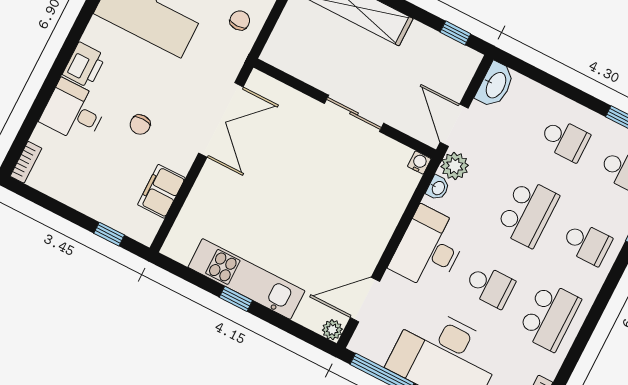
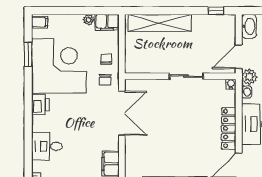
printer: (84, 65) -> (40, 104), moved
chair: (140, 125) -> (105, 80), moved
door: (454, 125) -> (239, 57), hinge flipped
locker: (380, 232) -> (229, 128), added

